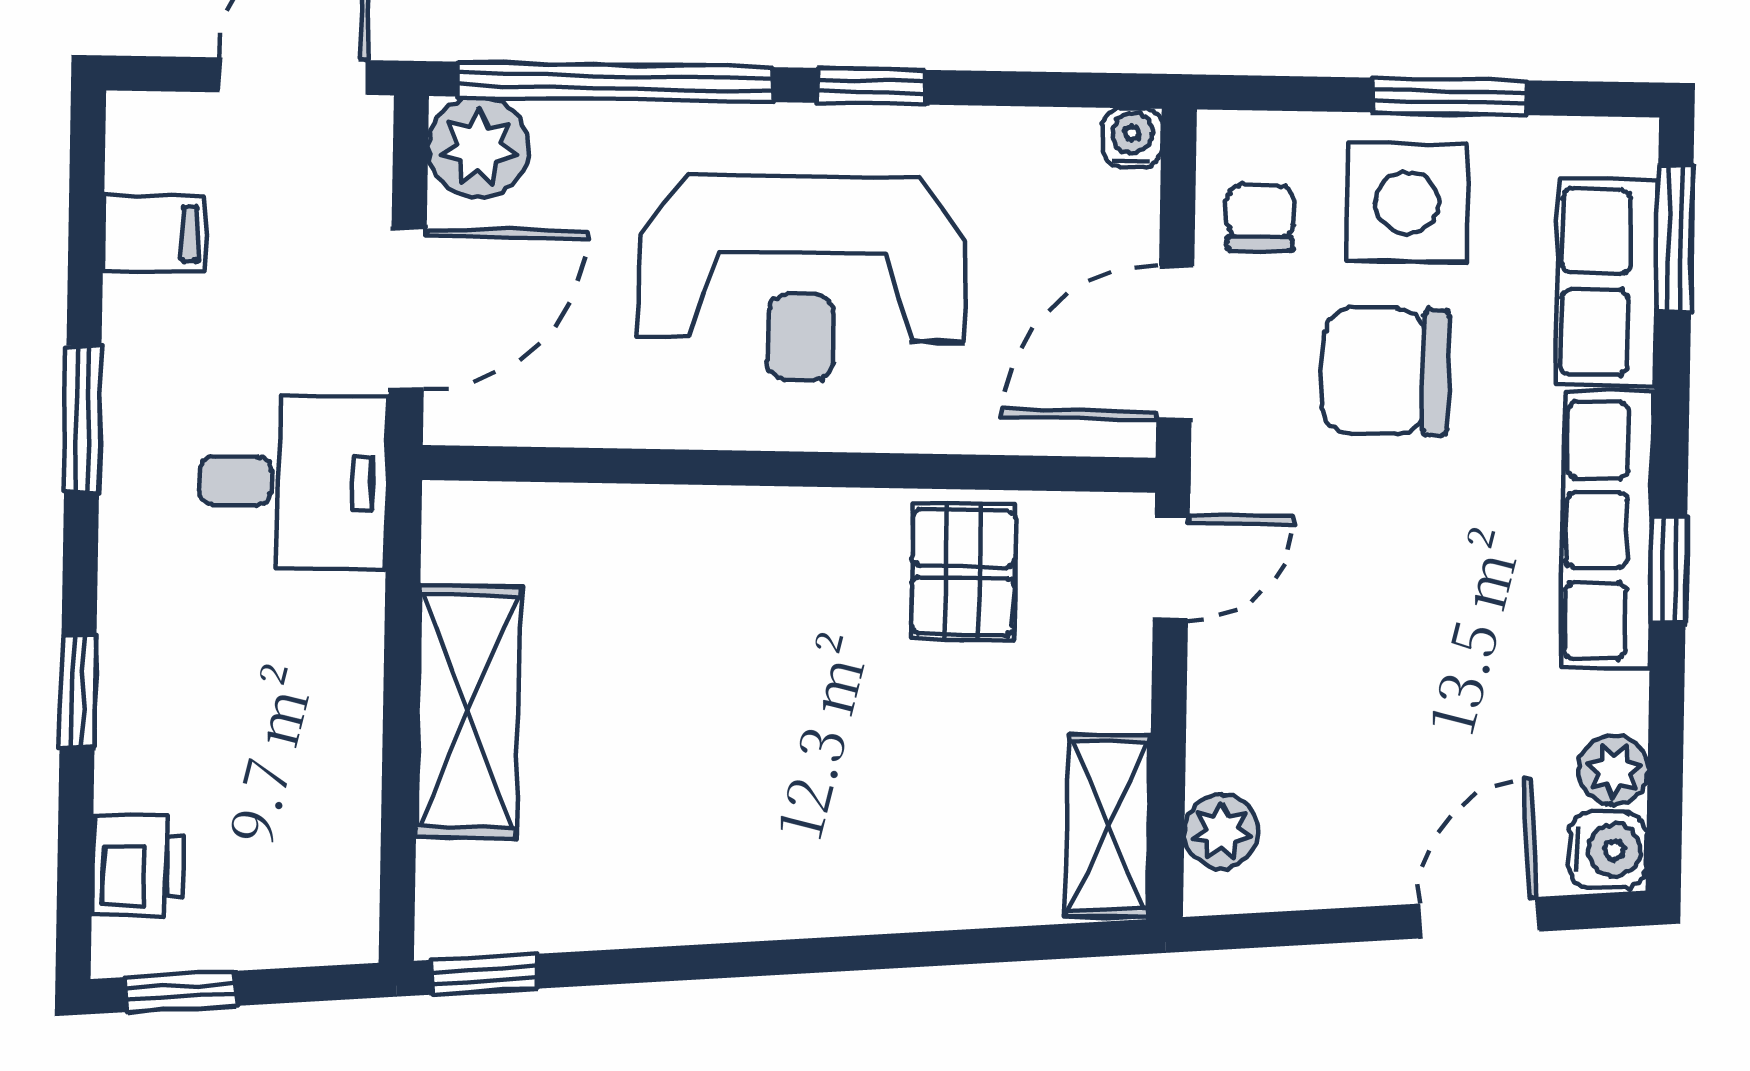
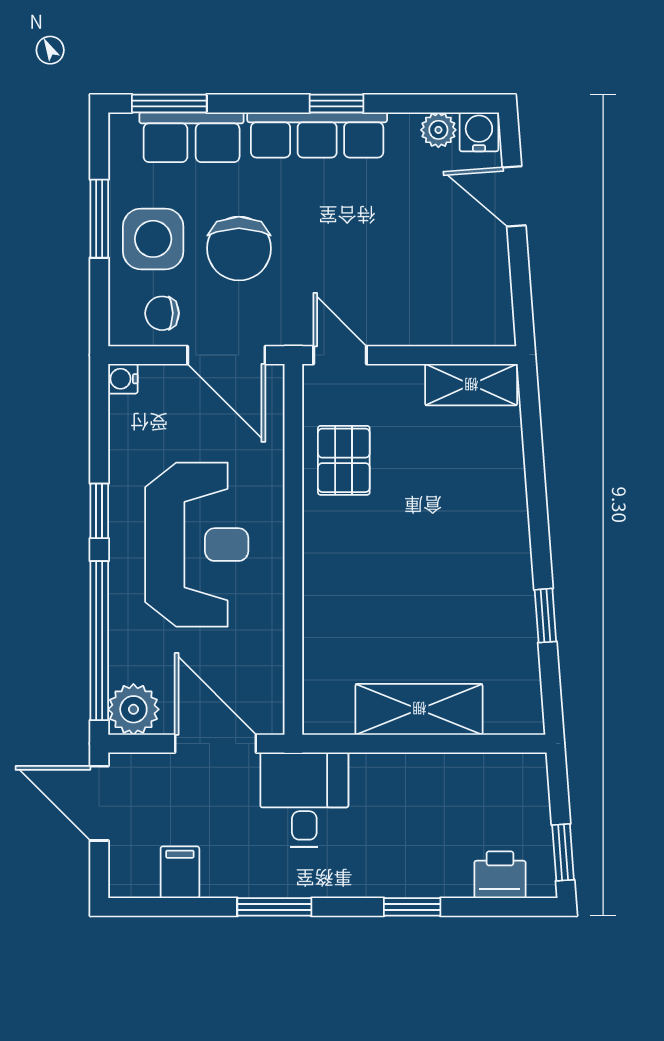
pallet: (963, 572) -> (344, 460), turned 90
plant: (1221, 831) -> (473, 328), removed
window: (484, 974) -> (545, 616), moved

